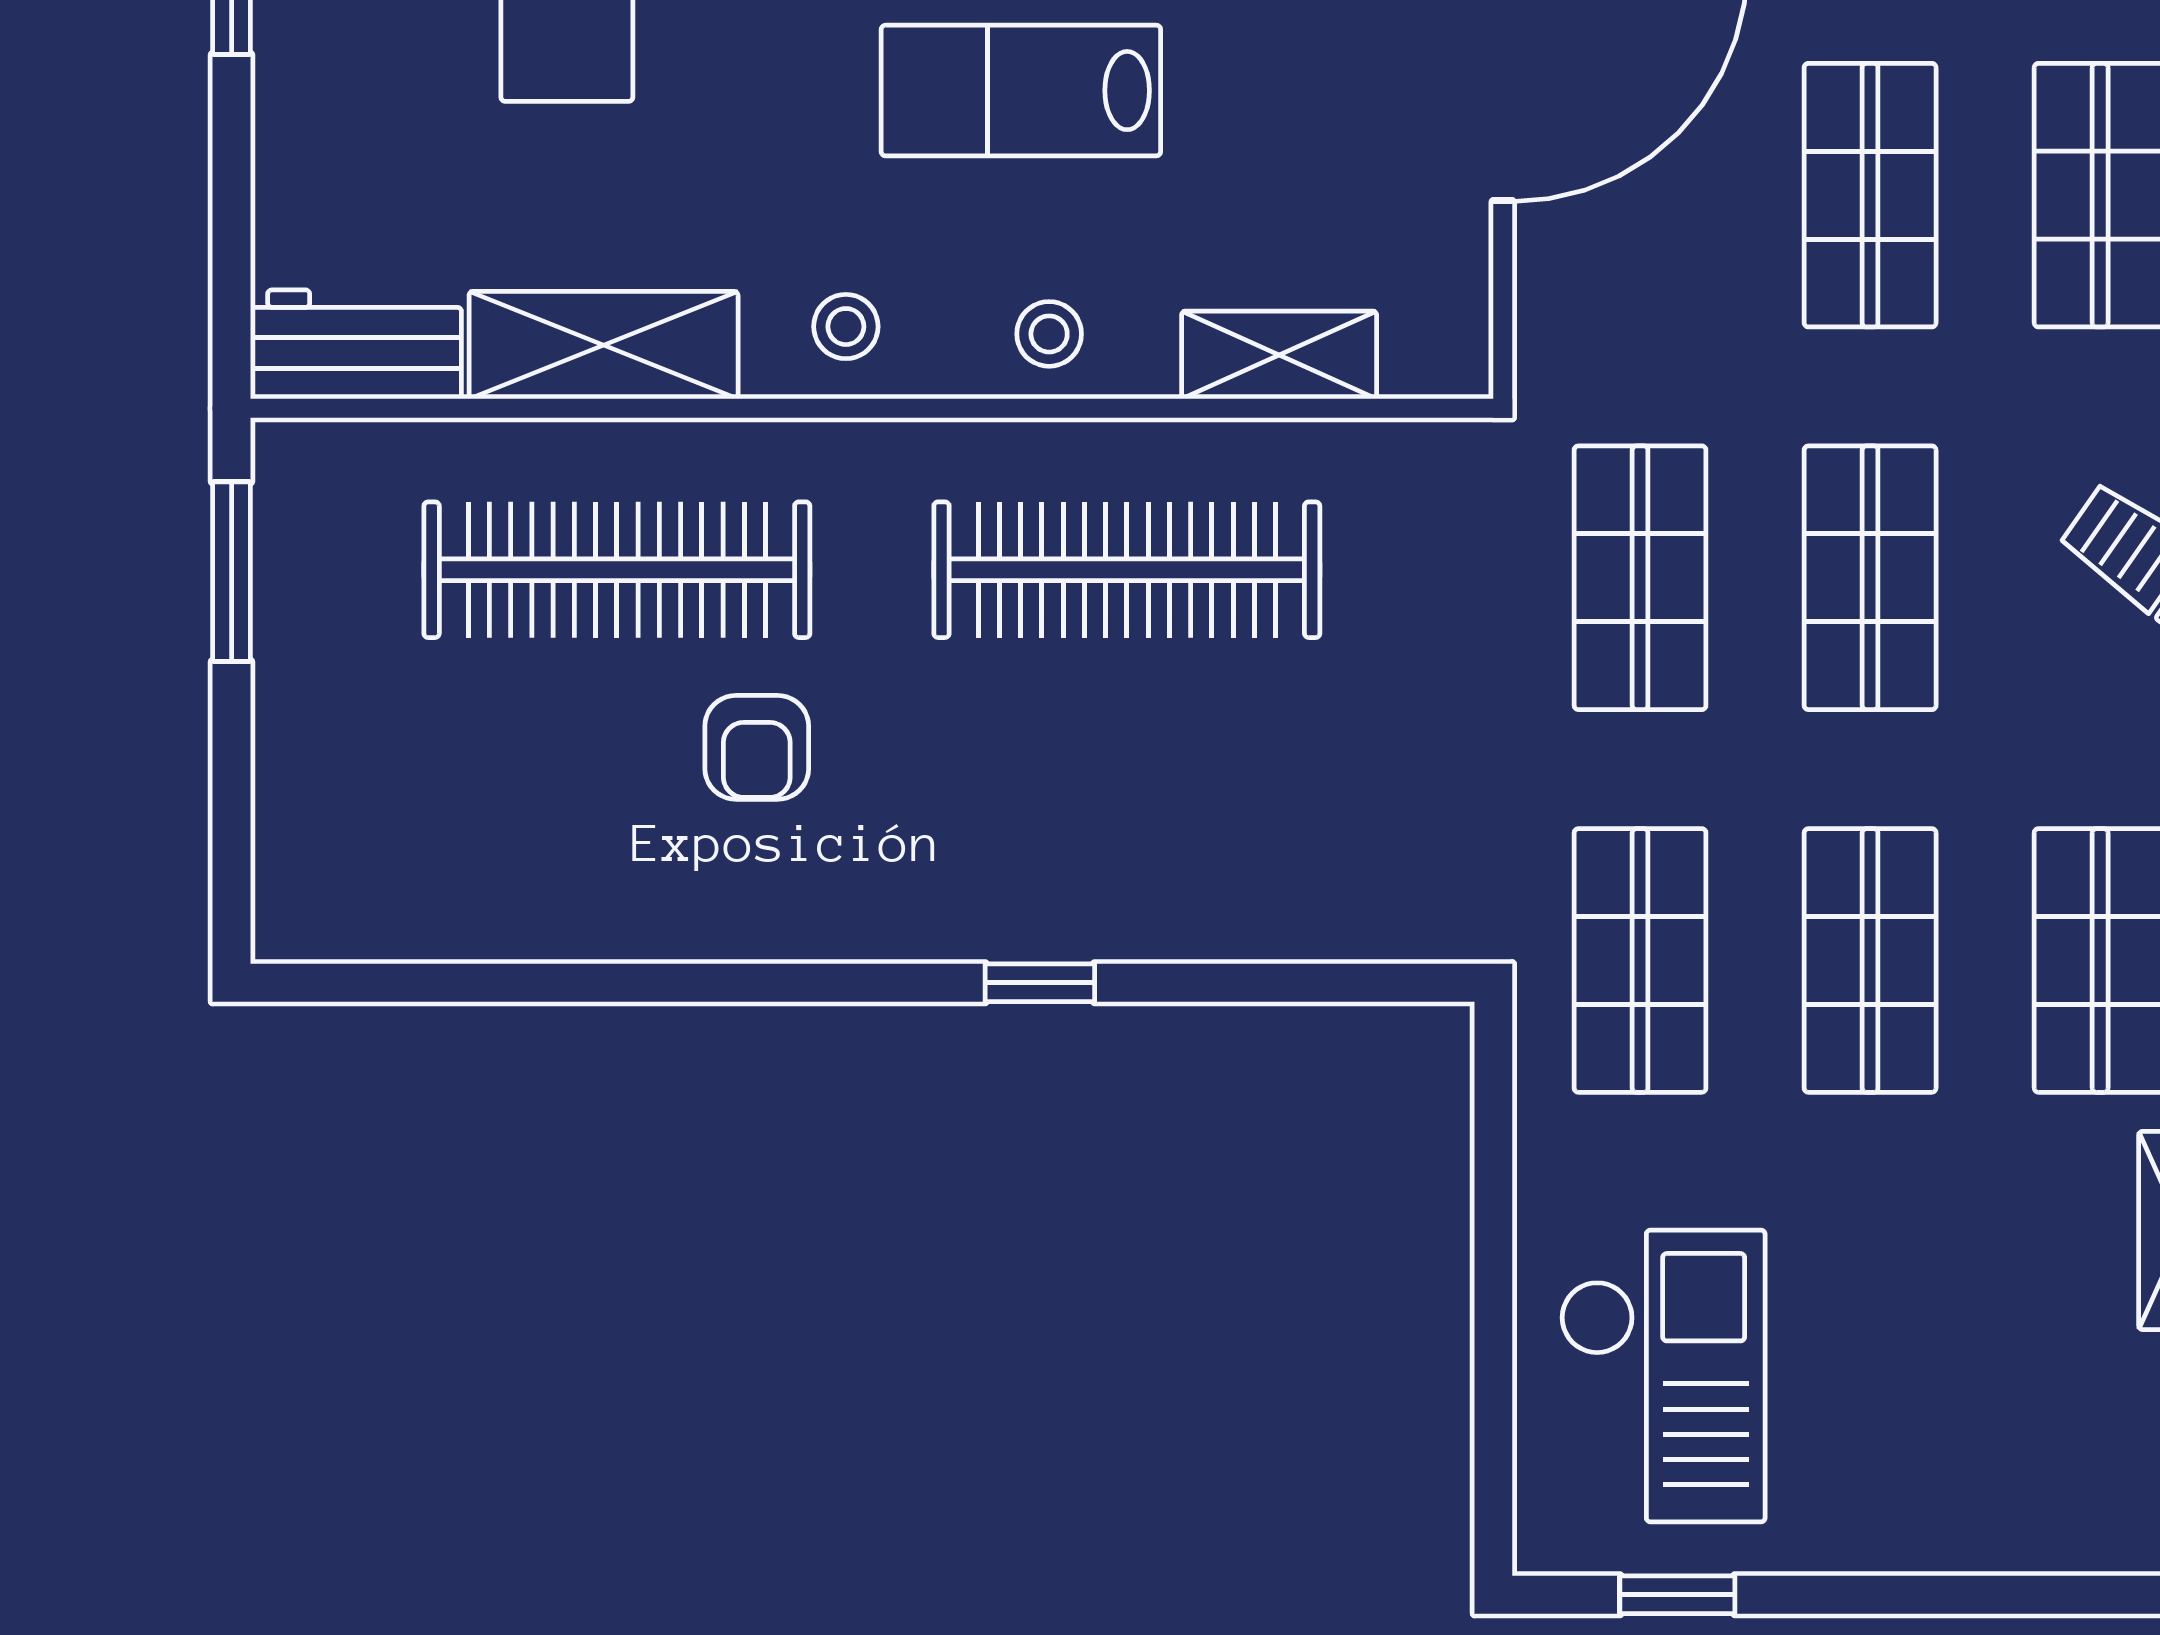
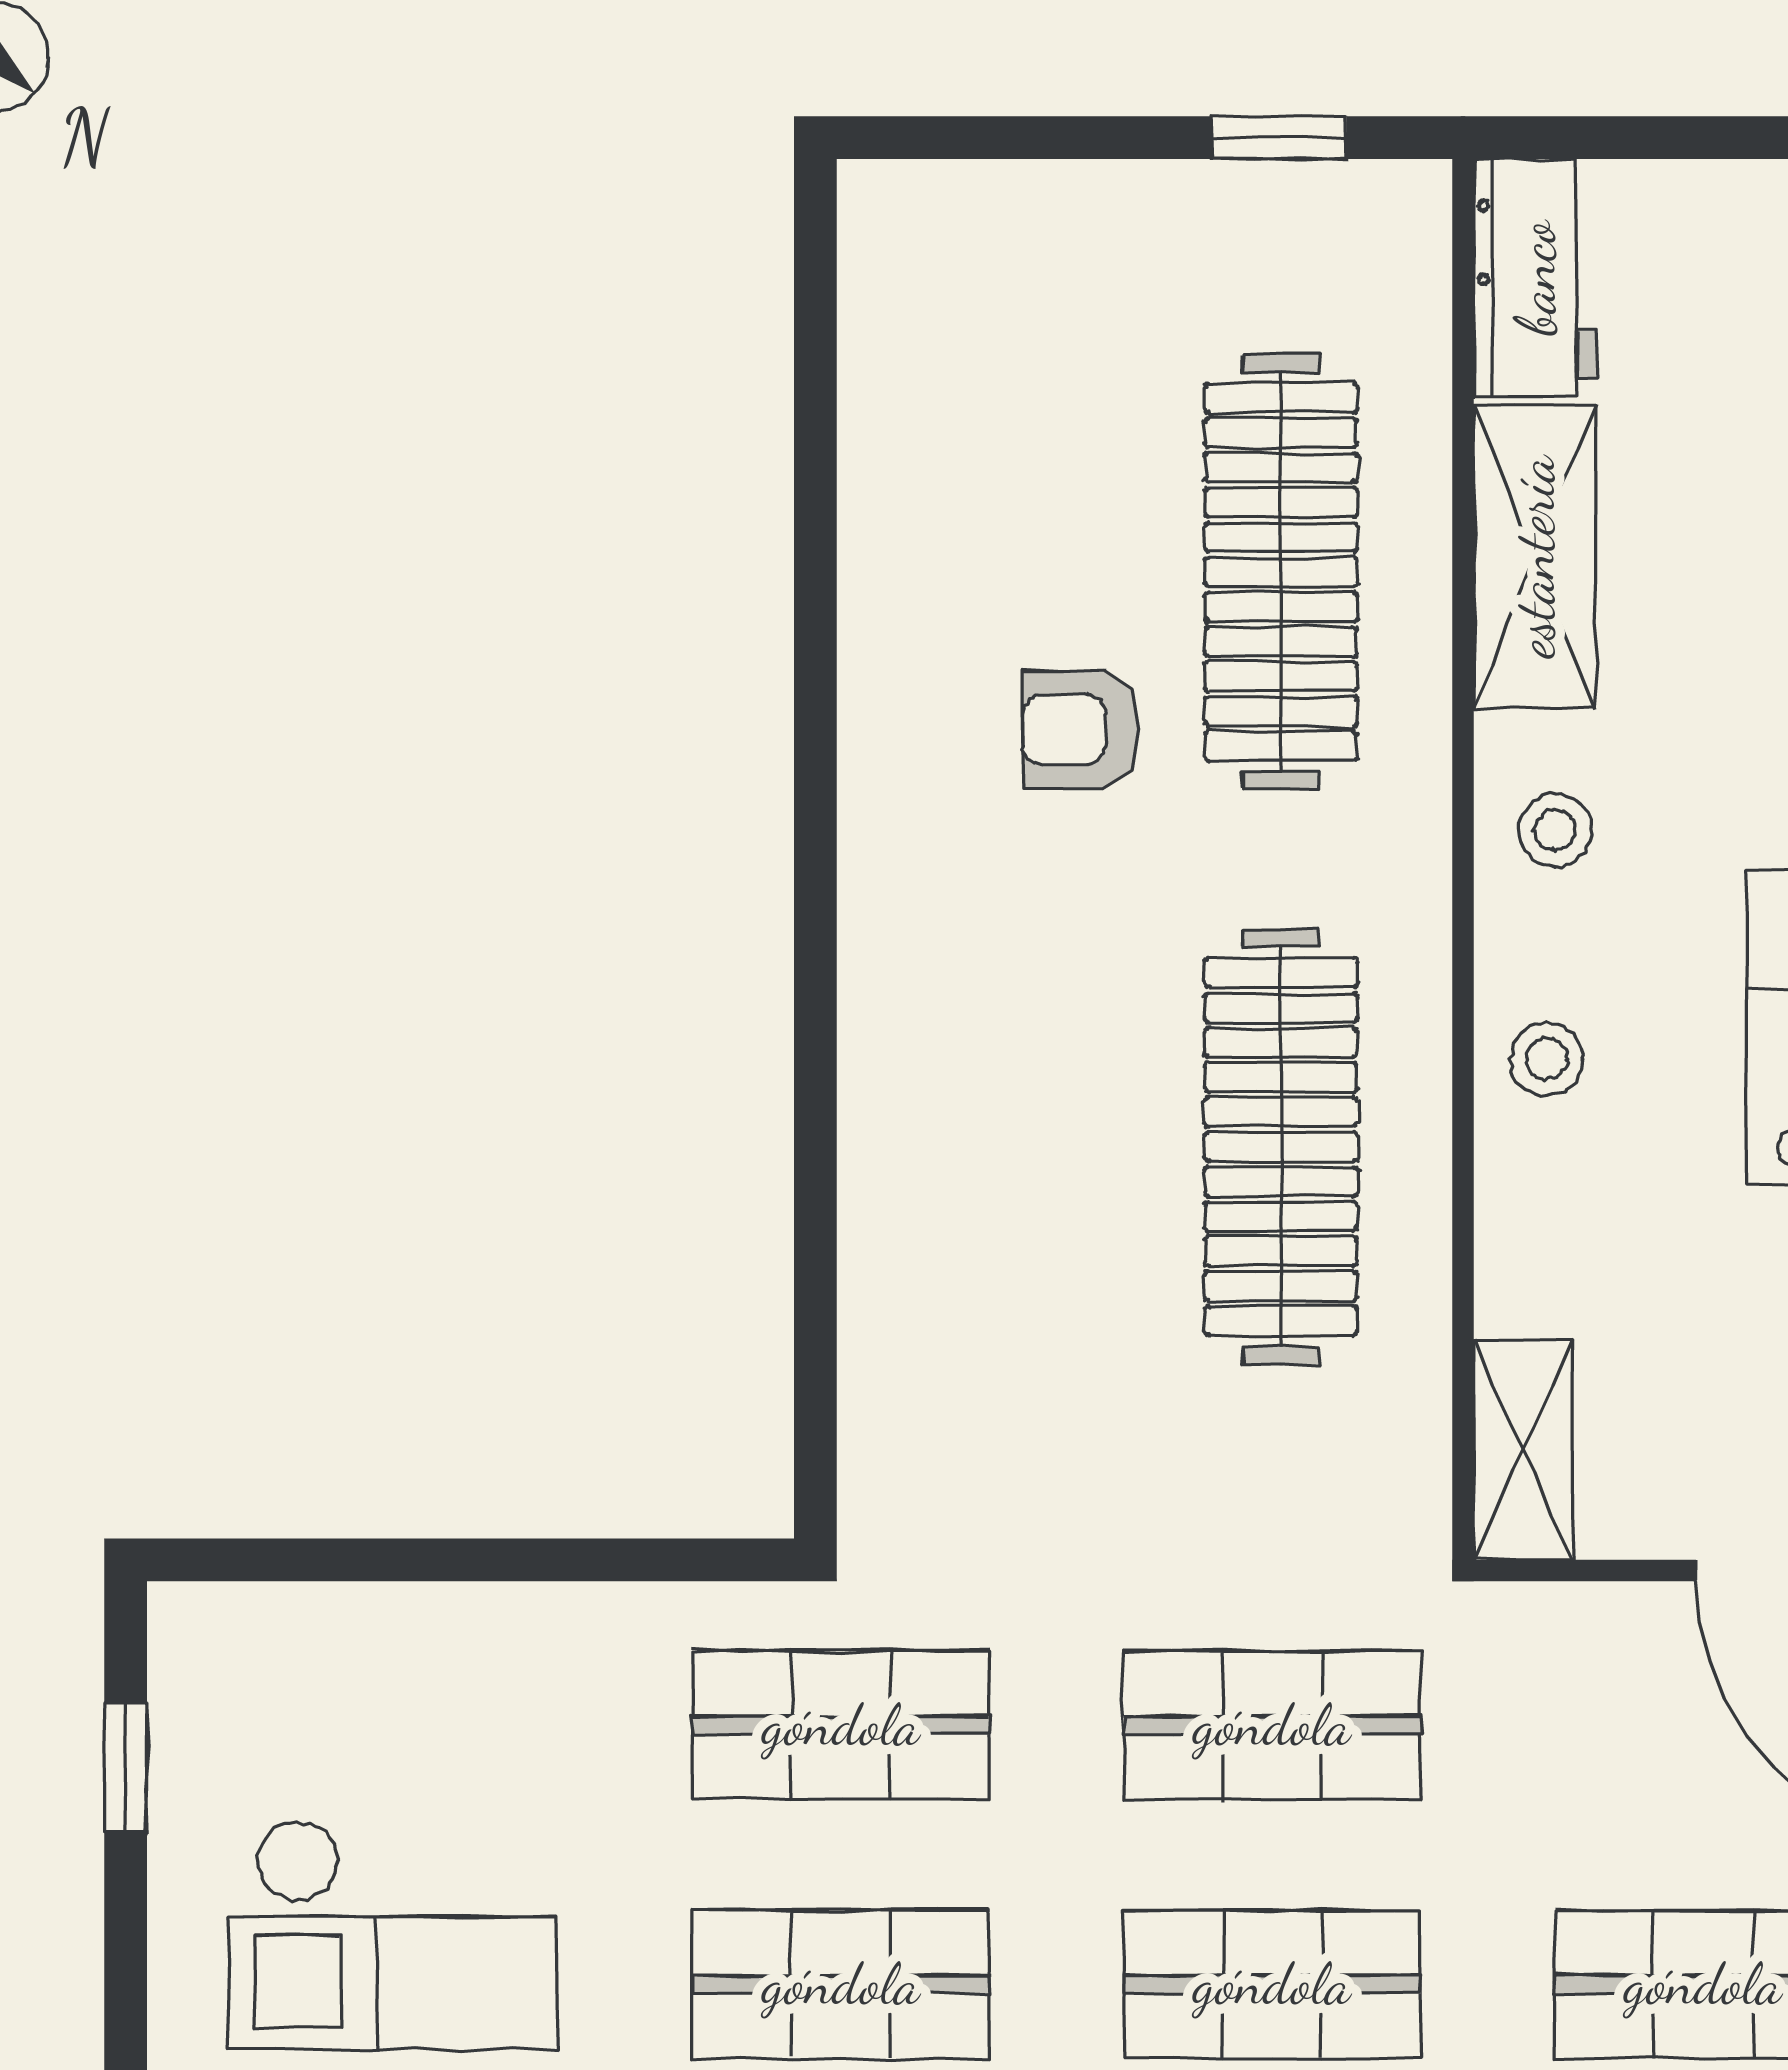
shelving: (1279, 355) -> (1523, 1450), moved
window: (232, 572) -> (1279, 138), width x0.67
window: (1040, 983) -> (815, 1049), removed
checkout: (1663, 1376) -> (393, 1935), moved

